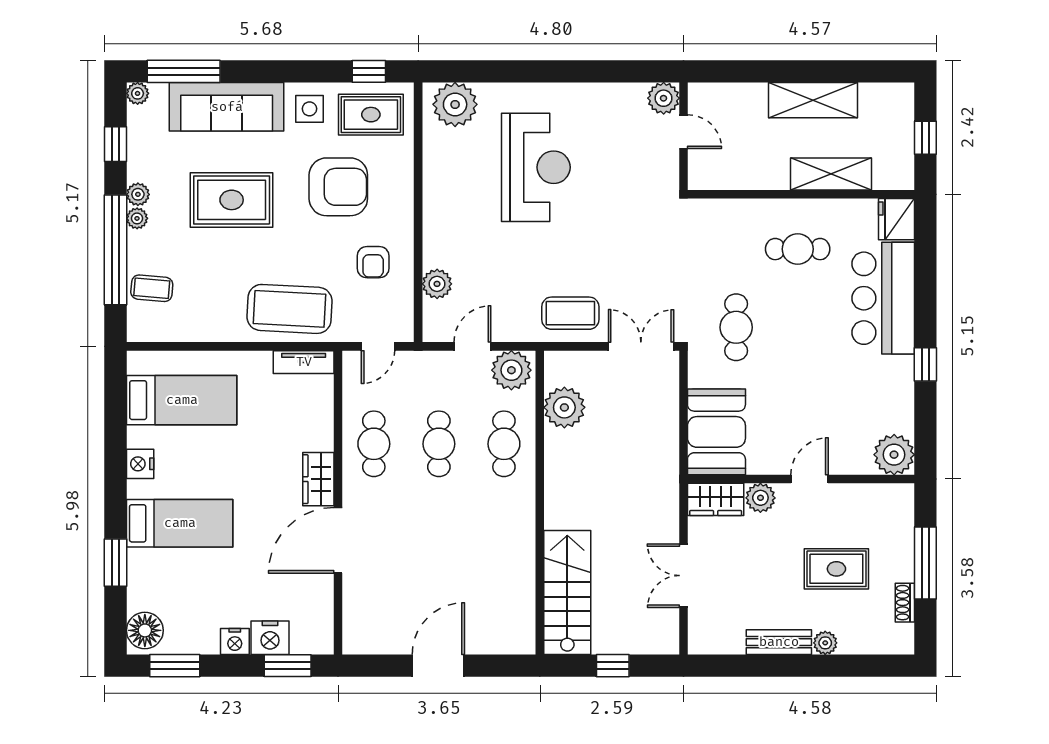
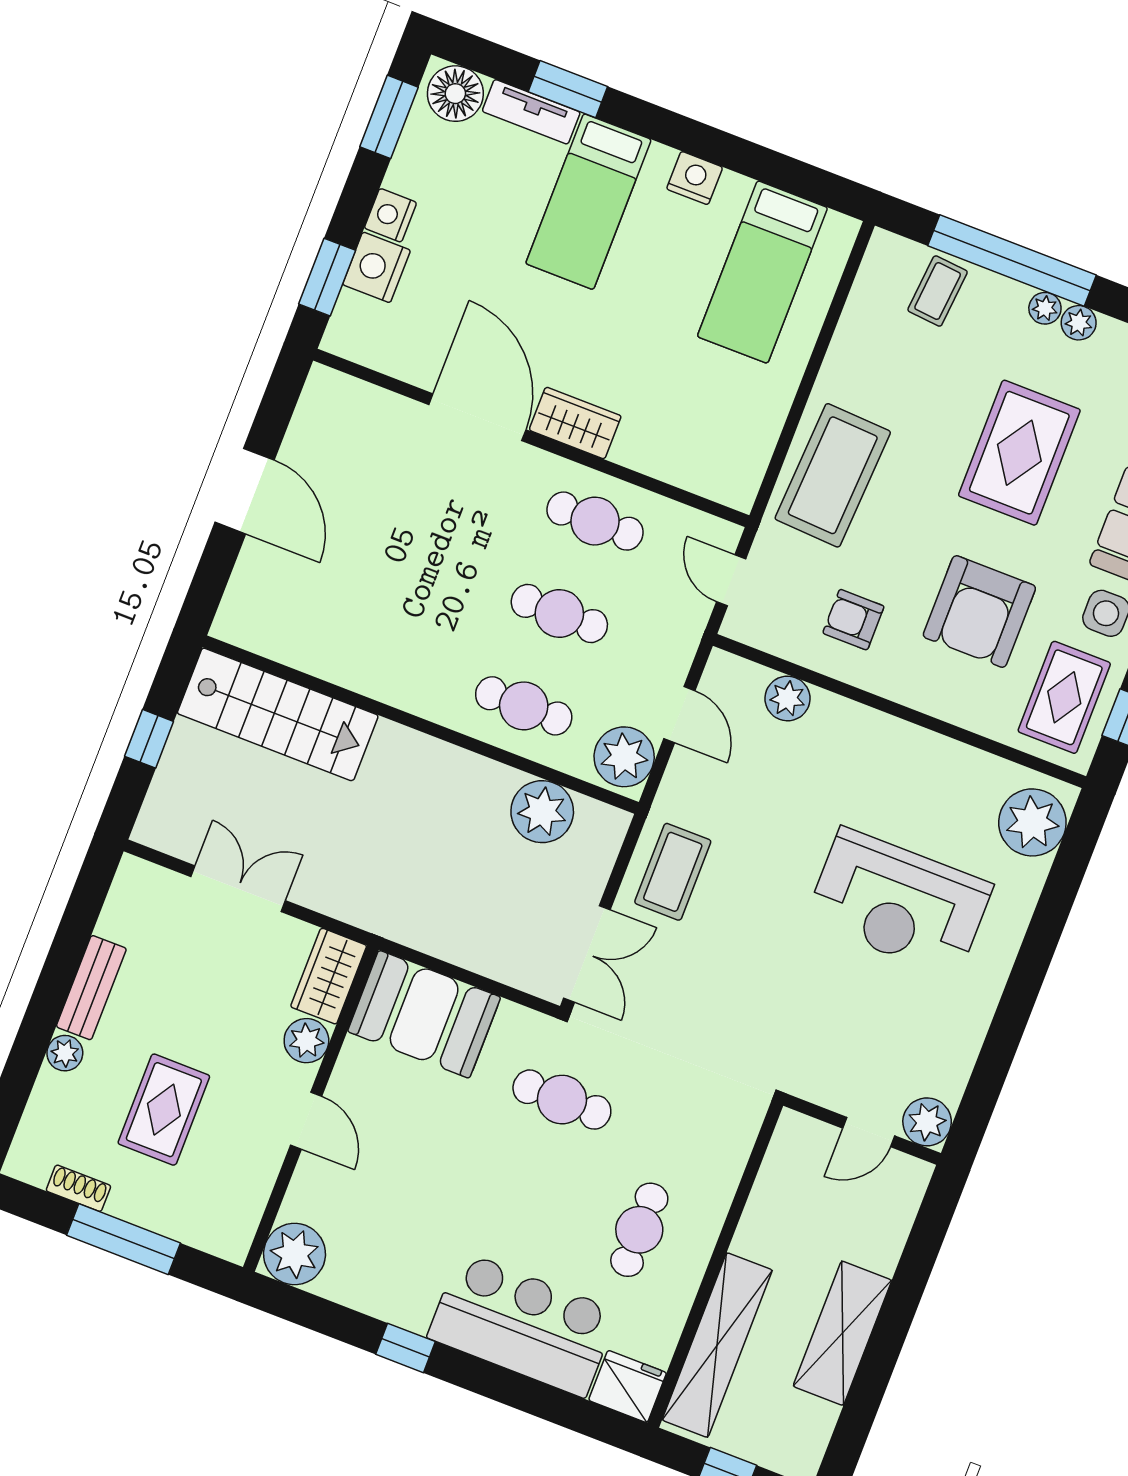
shelving: (831, 174) -> (717, 1345), width x1.47
tv unit: (304, 362) -> (531, 112), moved, turned -90

